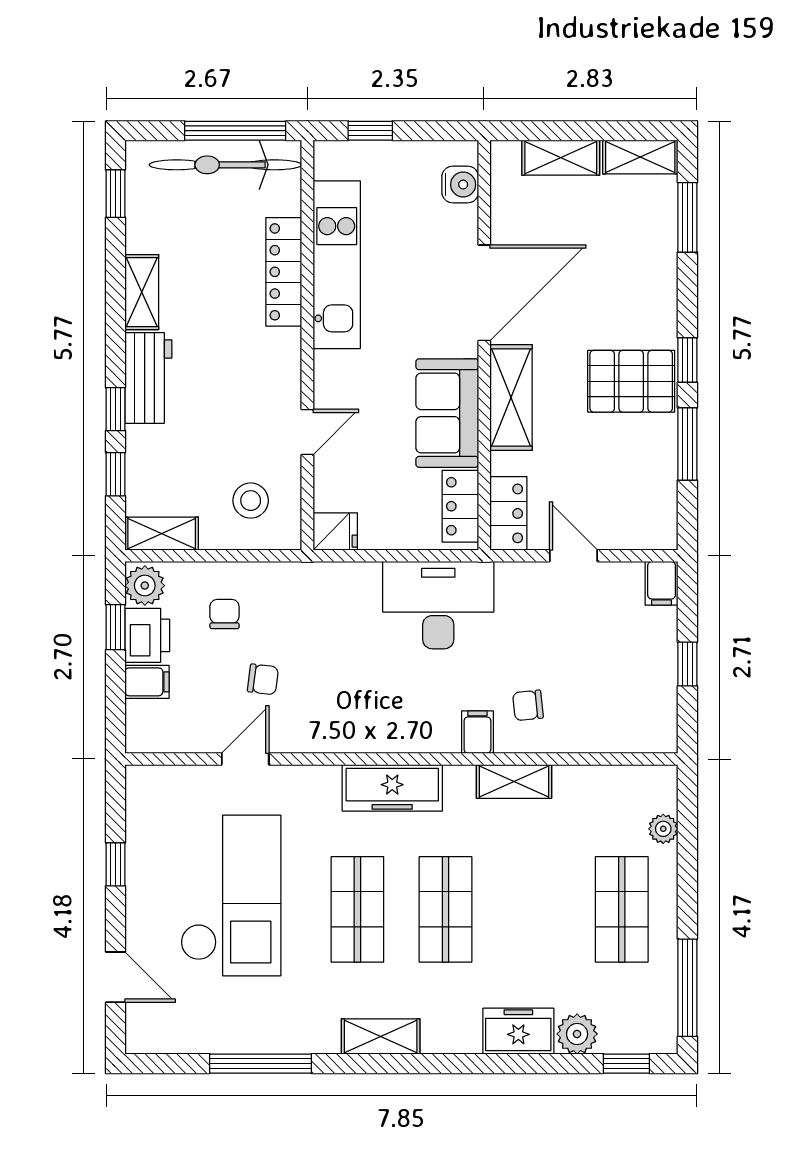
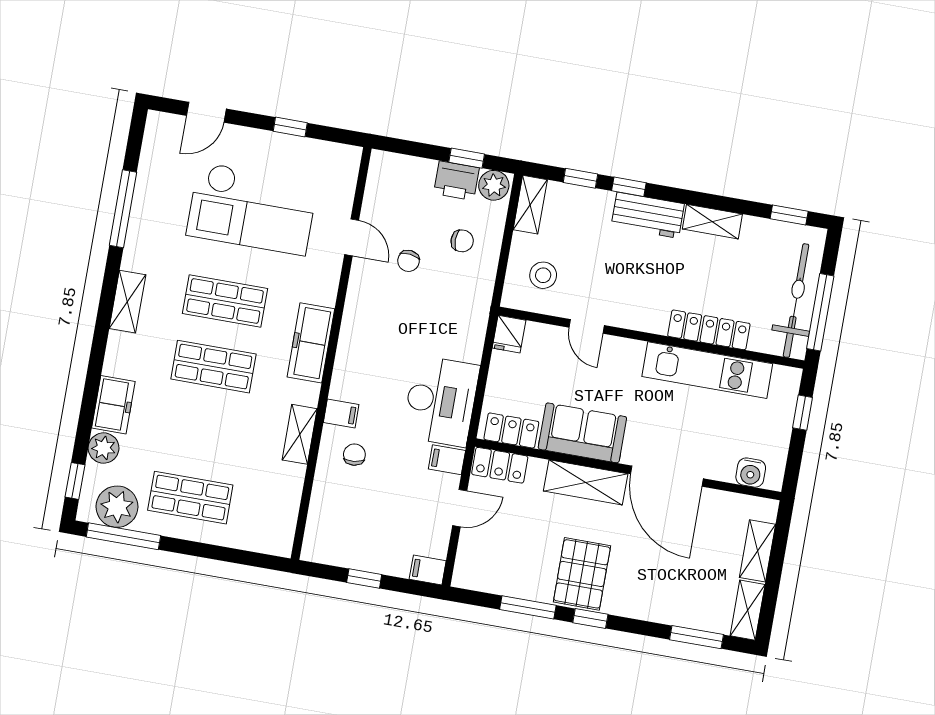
filing cabinet: (147, 682) -> (447, 460), moved, turned 90
plant: (663, 829) -> (117, 507), moved, width x1.88, depth x1.88

